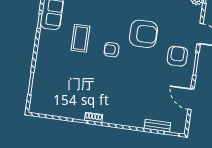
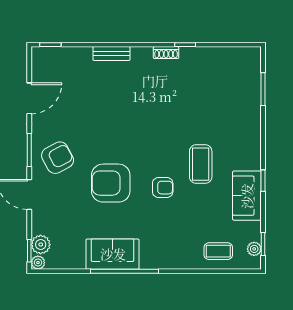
armchair: (112, 50) -> (163, 188), moved
armchair: (177, 56) -> (58, 158), turned -118
door: (191, 99) -> (29, 98), hinge flipped
bench: (157, 126) -> (112, 54), moved

